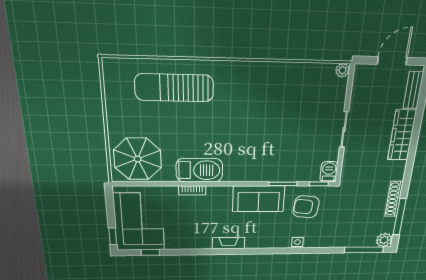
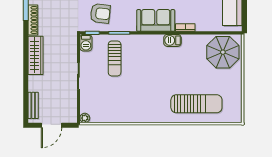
wardrobe: (402, 135) -> (36, 55), moved
sun lounger: (292, 152) -> (115, 58), added
barbecue: (199, 170) -> (172, 40), width x0.53, depth x0.65
sofa: (259, 199) -> (156, 20), moved

